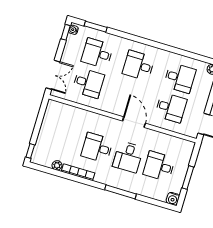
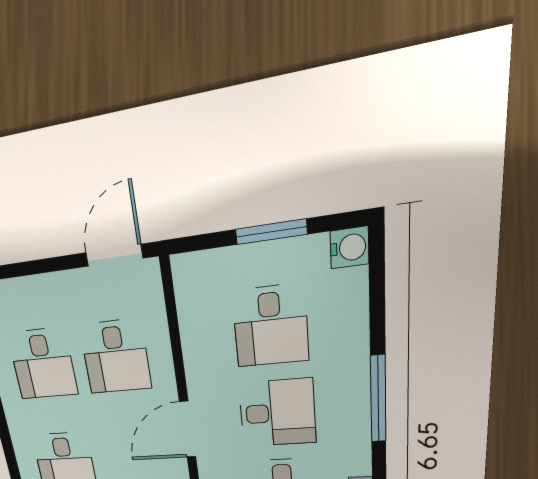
desk: (180, 78) -> (43, 364), turned 180
desk: (171, 108) -> (115, 357), turned 180

